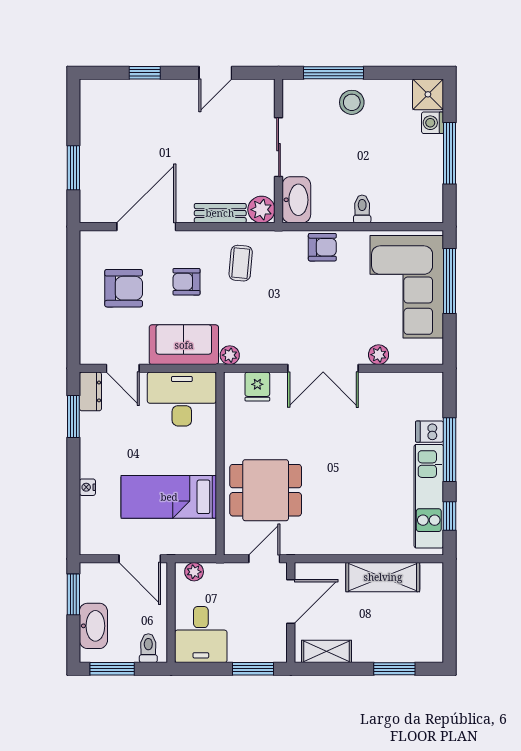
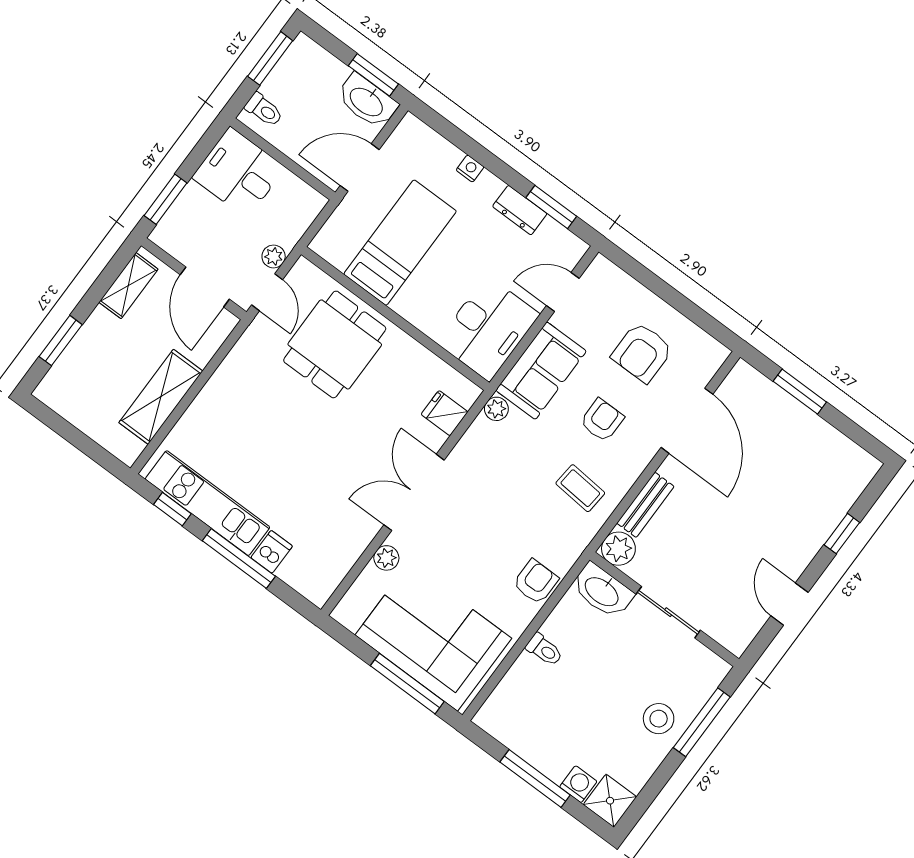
armchair: (322, 247) -> (536, 582), turned 180
dresser: (90, 391) -> (520, 210), moved
plant: (194, 572) -> (274, 256), moved
washbasin: (93, 626) -> (367, 101), moved

